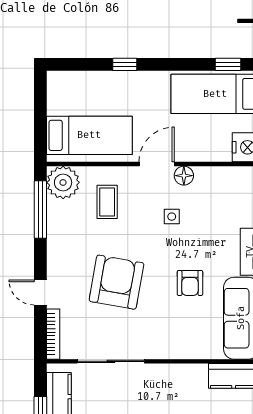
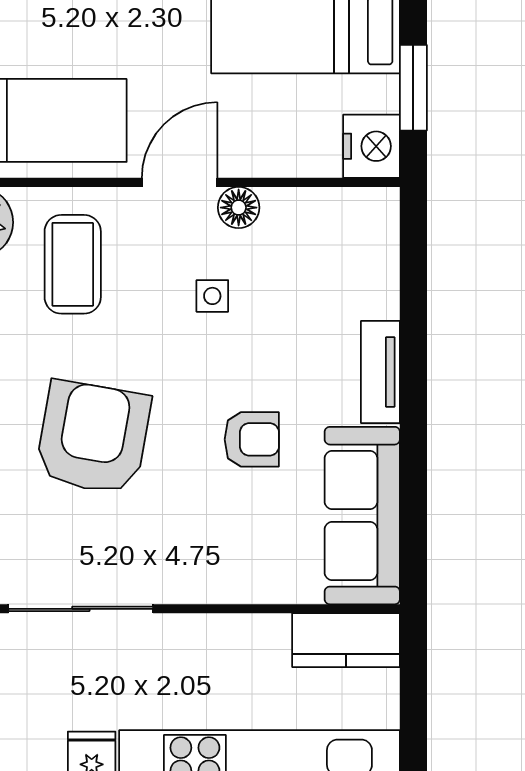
coffee table: (107, 202) -> (73, 264), width x1.36, depth x1.30
armchair: (190, 283) -> (252, 439), turned -90

